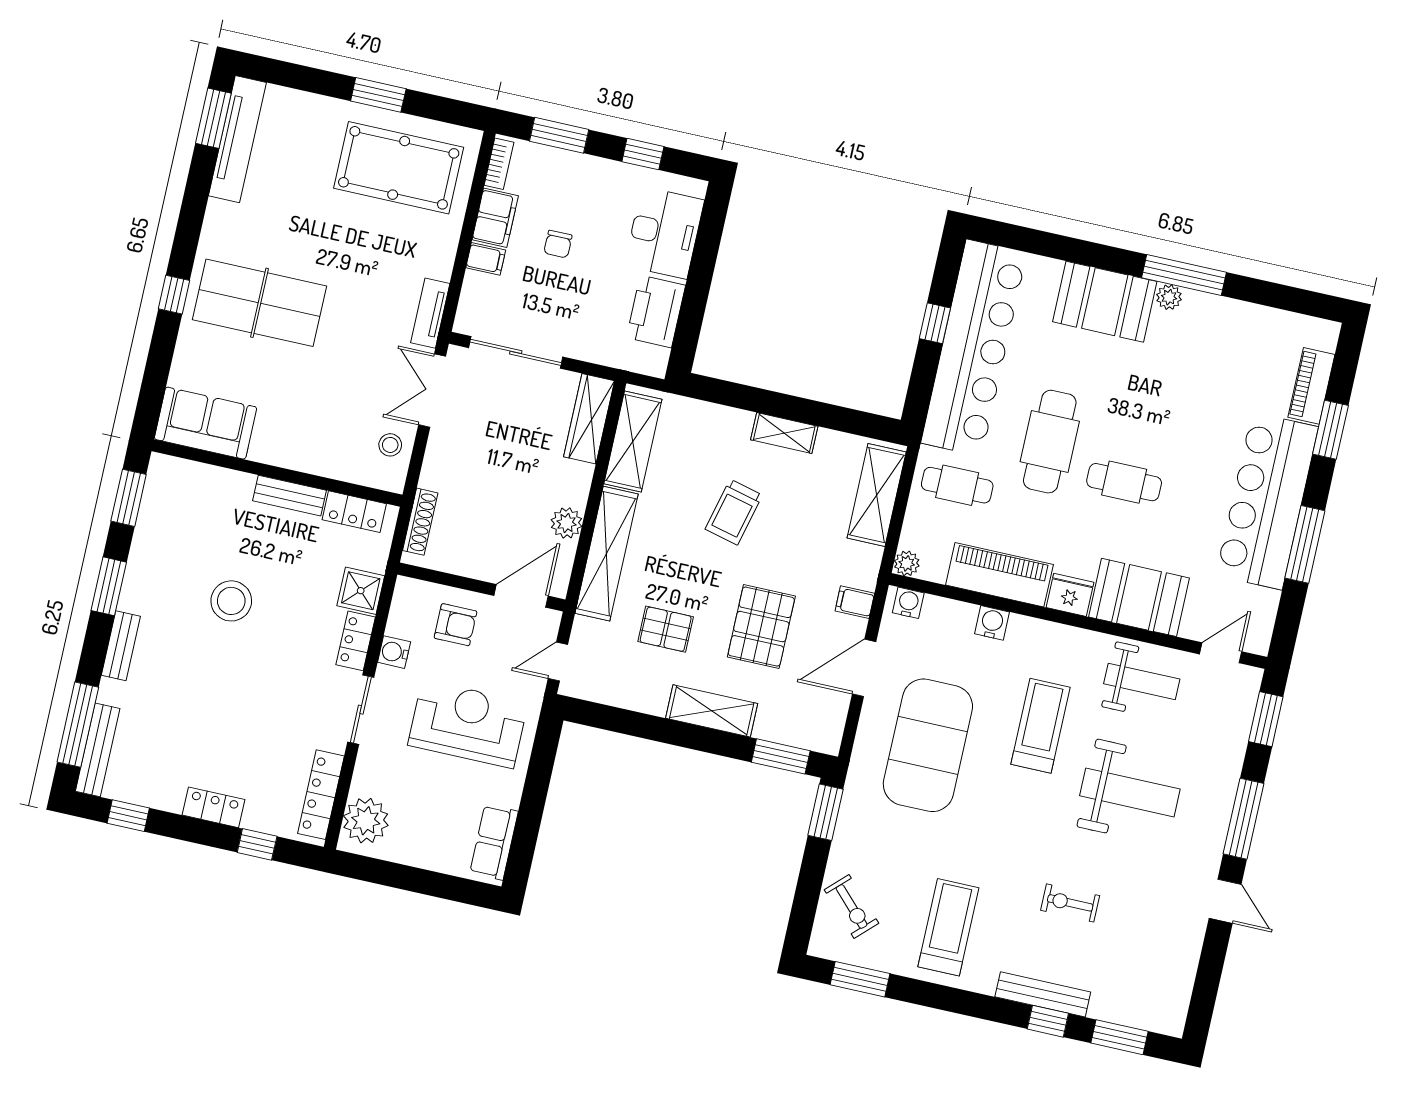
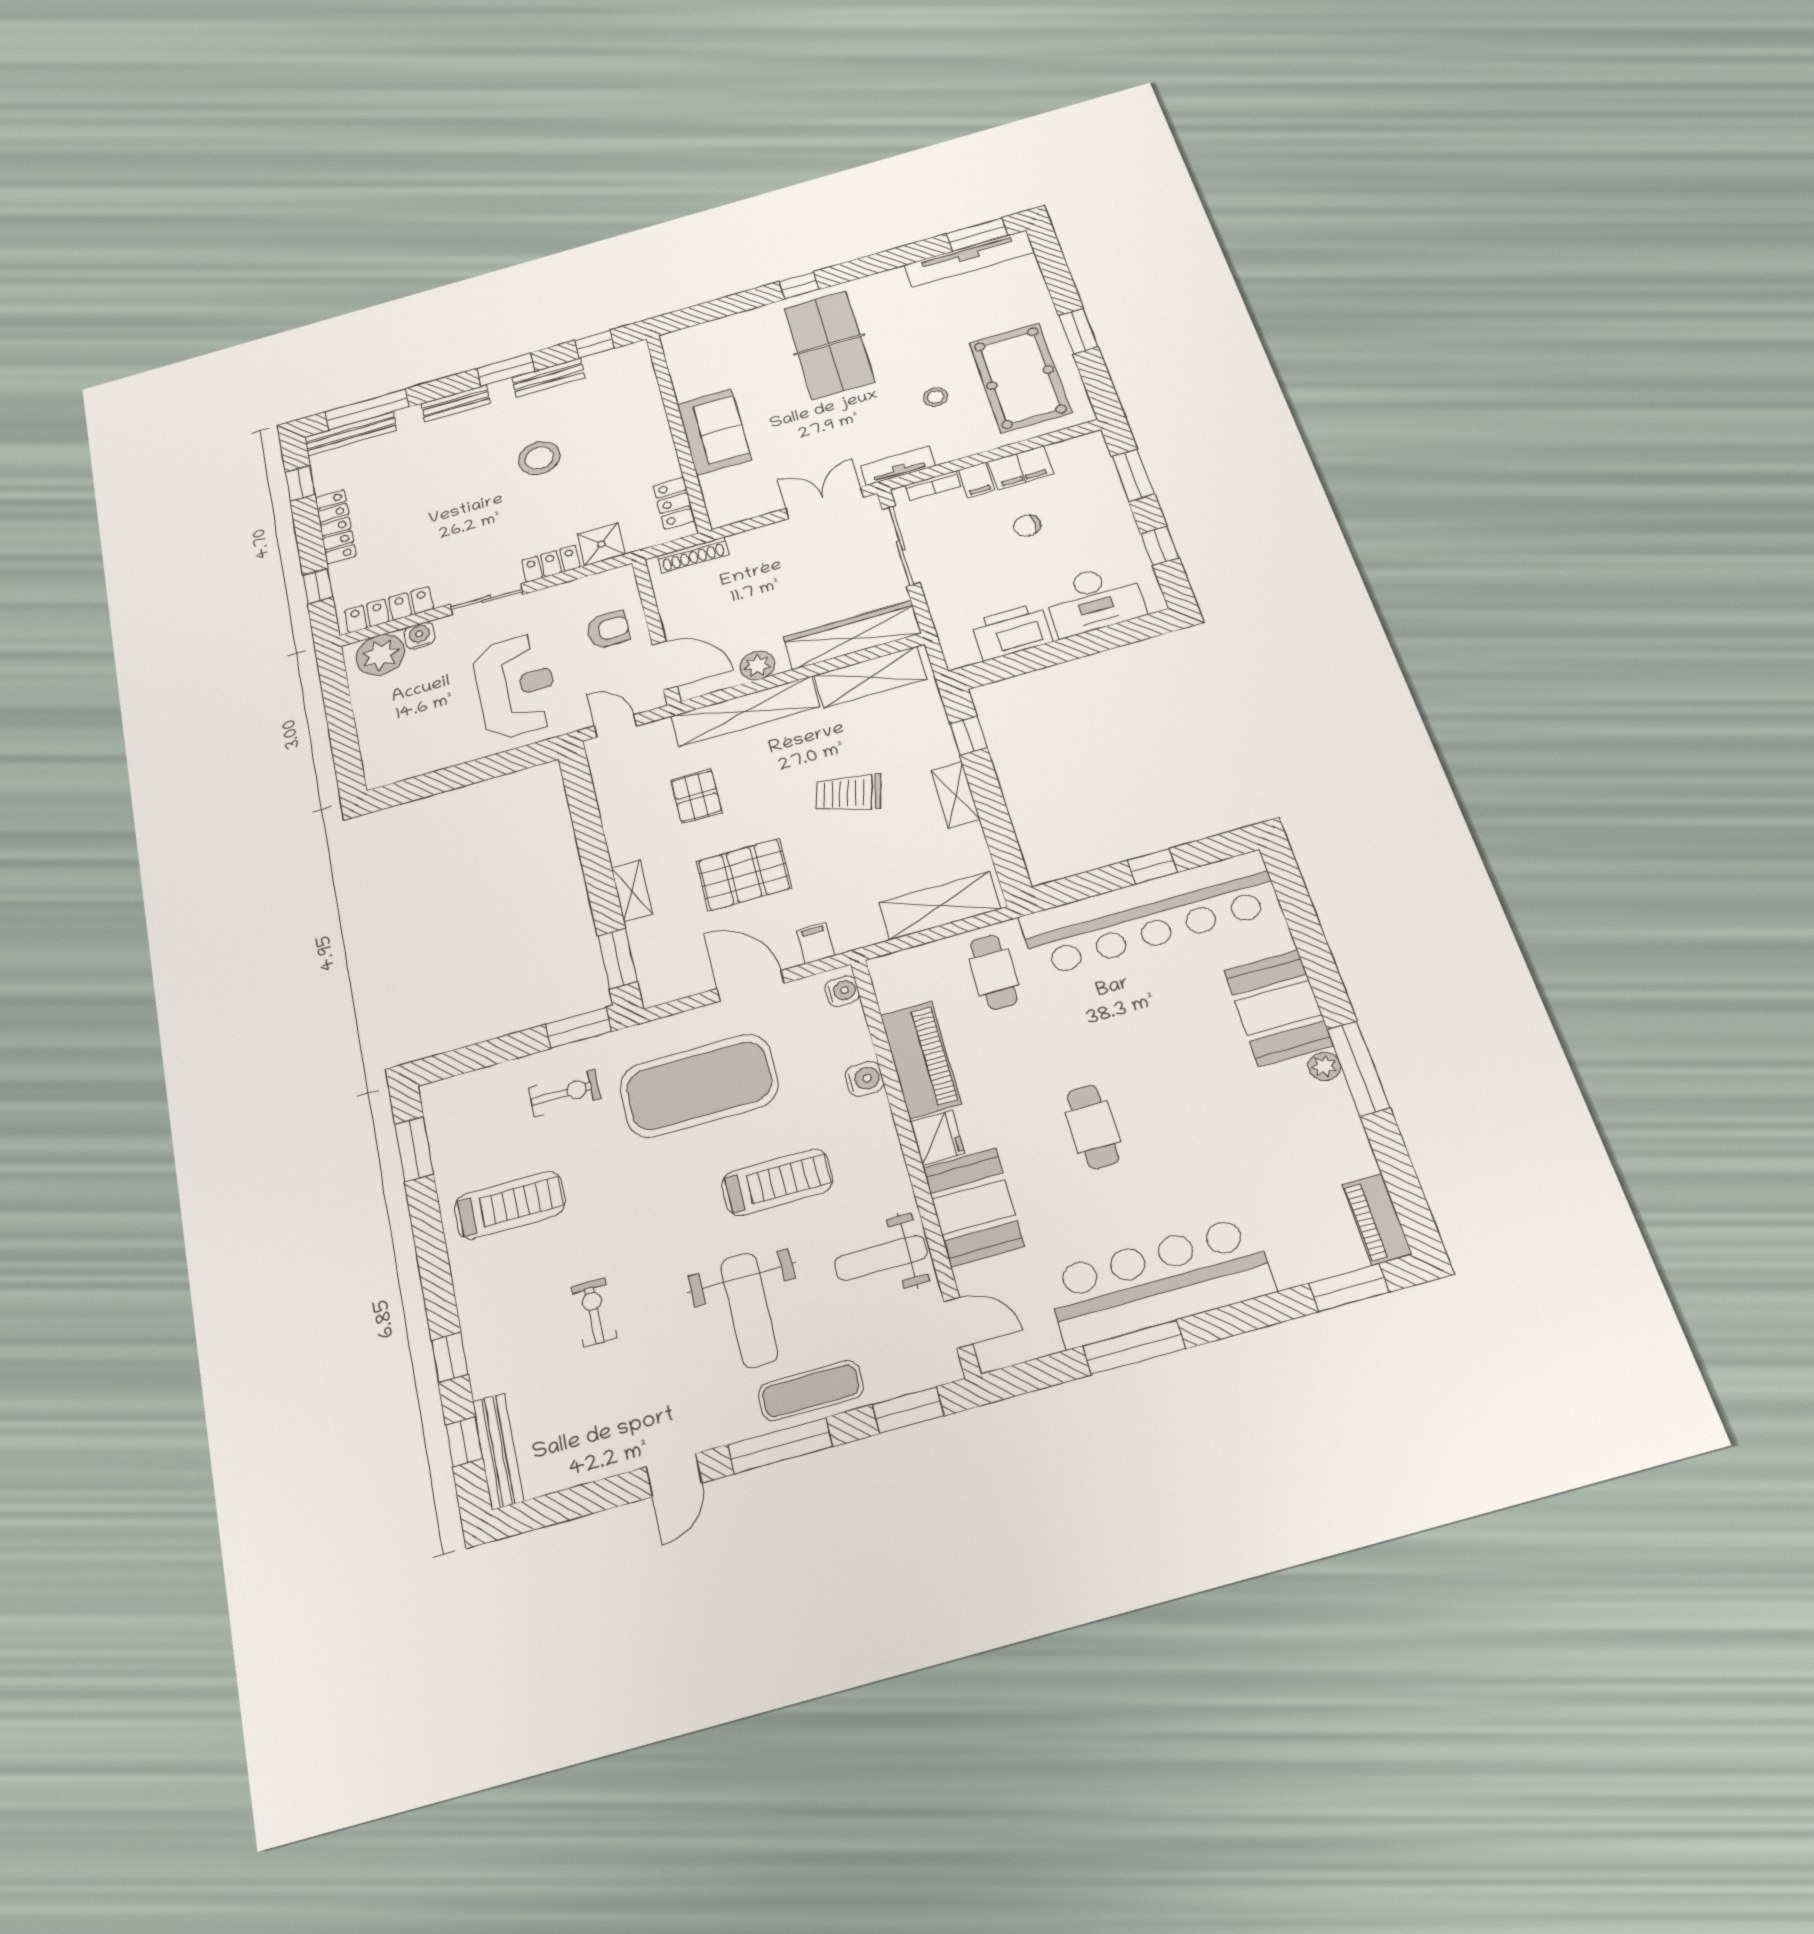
bookcase: (499, 164) -> (933, 486), moved
piano: (1311, 386) -> (1377, 1219), moved, turned -90
window: (735, 395) -> (968, 736), added
wardrobe: (589, 419) -> (852, 635), width x1.40, depth x1.17
sofa: (206, 423) -> (714, 432), moved
window: (1330, 430) -> (1349, 1288), moved
cafe table: (1050, 442) -> (1093, 1033), removed
stool: (390, 445) -> (936, 397), moved
bench: (289, 496) -> (548, 377), moved, turned 90
window: (129, 498) -> (595, 344), width x0.67
plant: (907, 563) -> (883, 969), removed
armchair: (456, 625) -> (608, 630), turned -90
water cooler: (394, 652) -> (420, 636), moved
weight bench: (1142, 681) -> (881, 1258), turned 90
shelving: (712, 711) -> (632, 891), width x0.67, depth x0.75
exercise mat: (1215, 779) -> (811, 1391), added
locker: (214, 807) -> (336, 527), width x1.53
row of seats: (494, 842) -> (408, 763), removed
exercise bike: (852, 906) -> (565, 1093), moved, turned -136
bench: (1043, 994) -> (498, 1451), moved
window: (1119, 1037) -> (464, 1442), width x0.67

